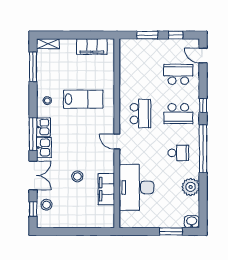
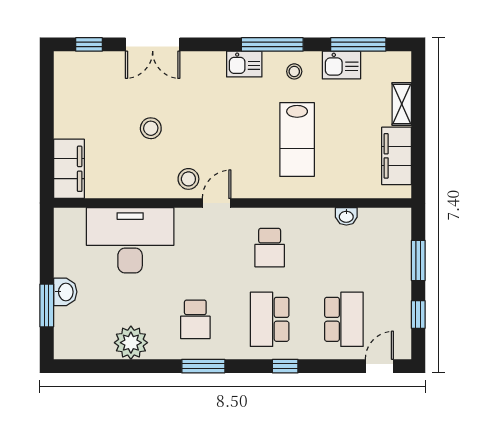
shelving: (48, 44) -> (402, 104), moved
washbasin: (124, 73) -> (346, 216), added
school desk: (140, 114) -> (270, 248), width x0.54
window: (33, 134) -> (272, 44), moved
kitchen sink: (44, 147) -> (341, 65), moved
window: (203, 149) -> (203, 366), width x0.47
filing cabinet: (106, 189) -> (69, 169), moved, turned 90
stool: (46, 205) -> (188, 179), moved
washbasin: (192, 222) -> (65, 292), moved

